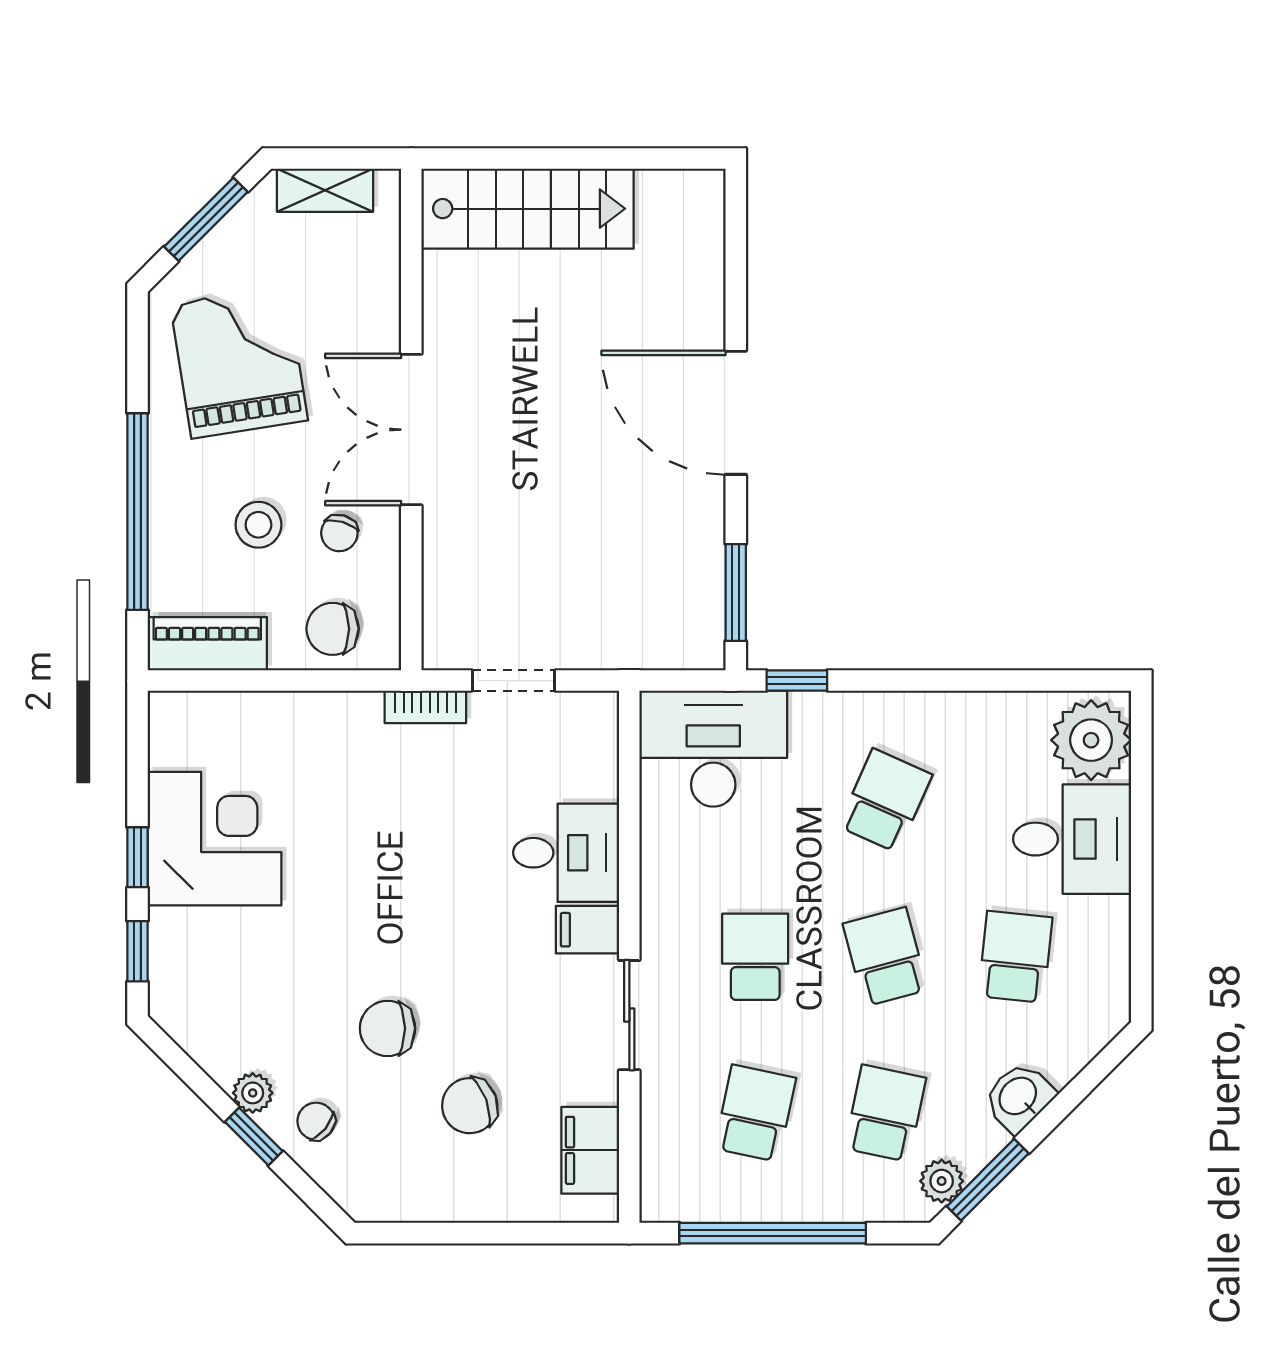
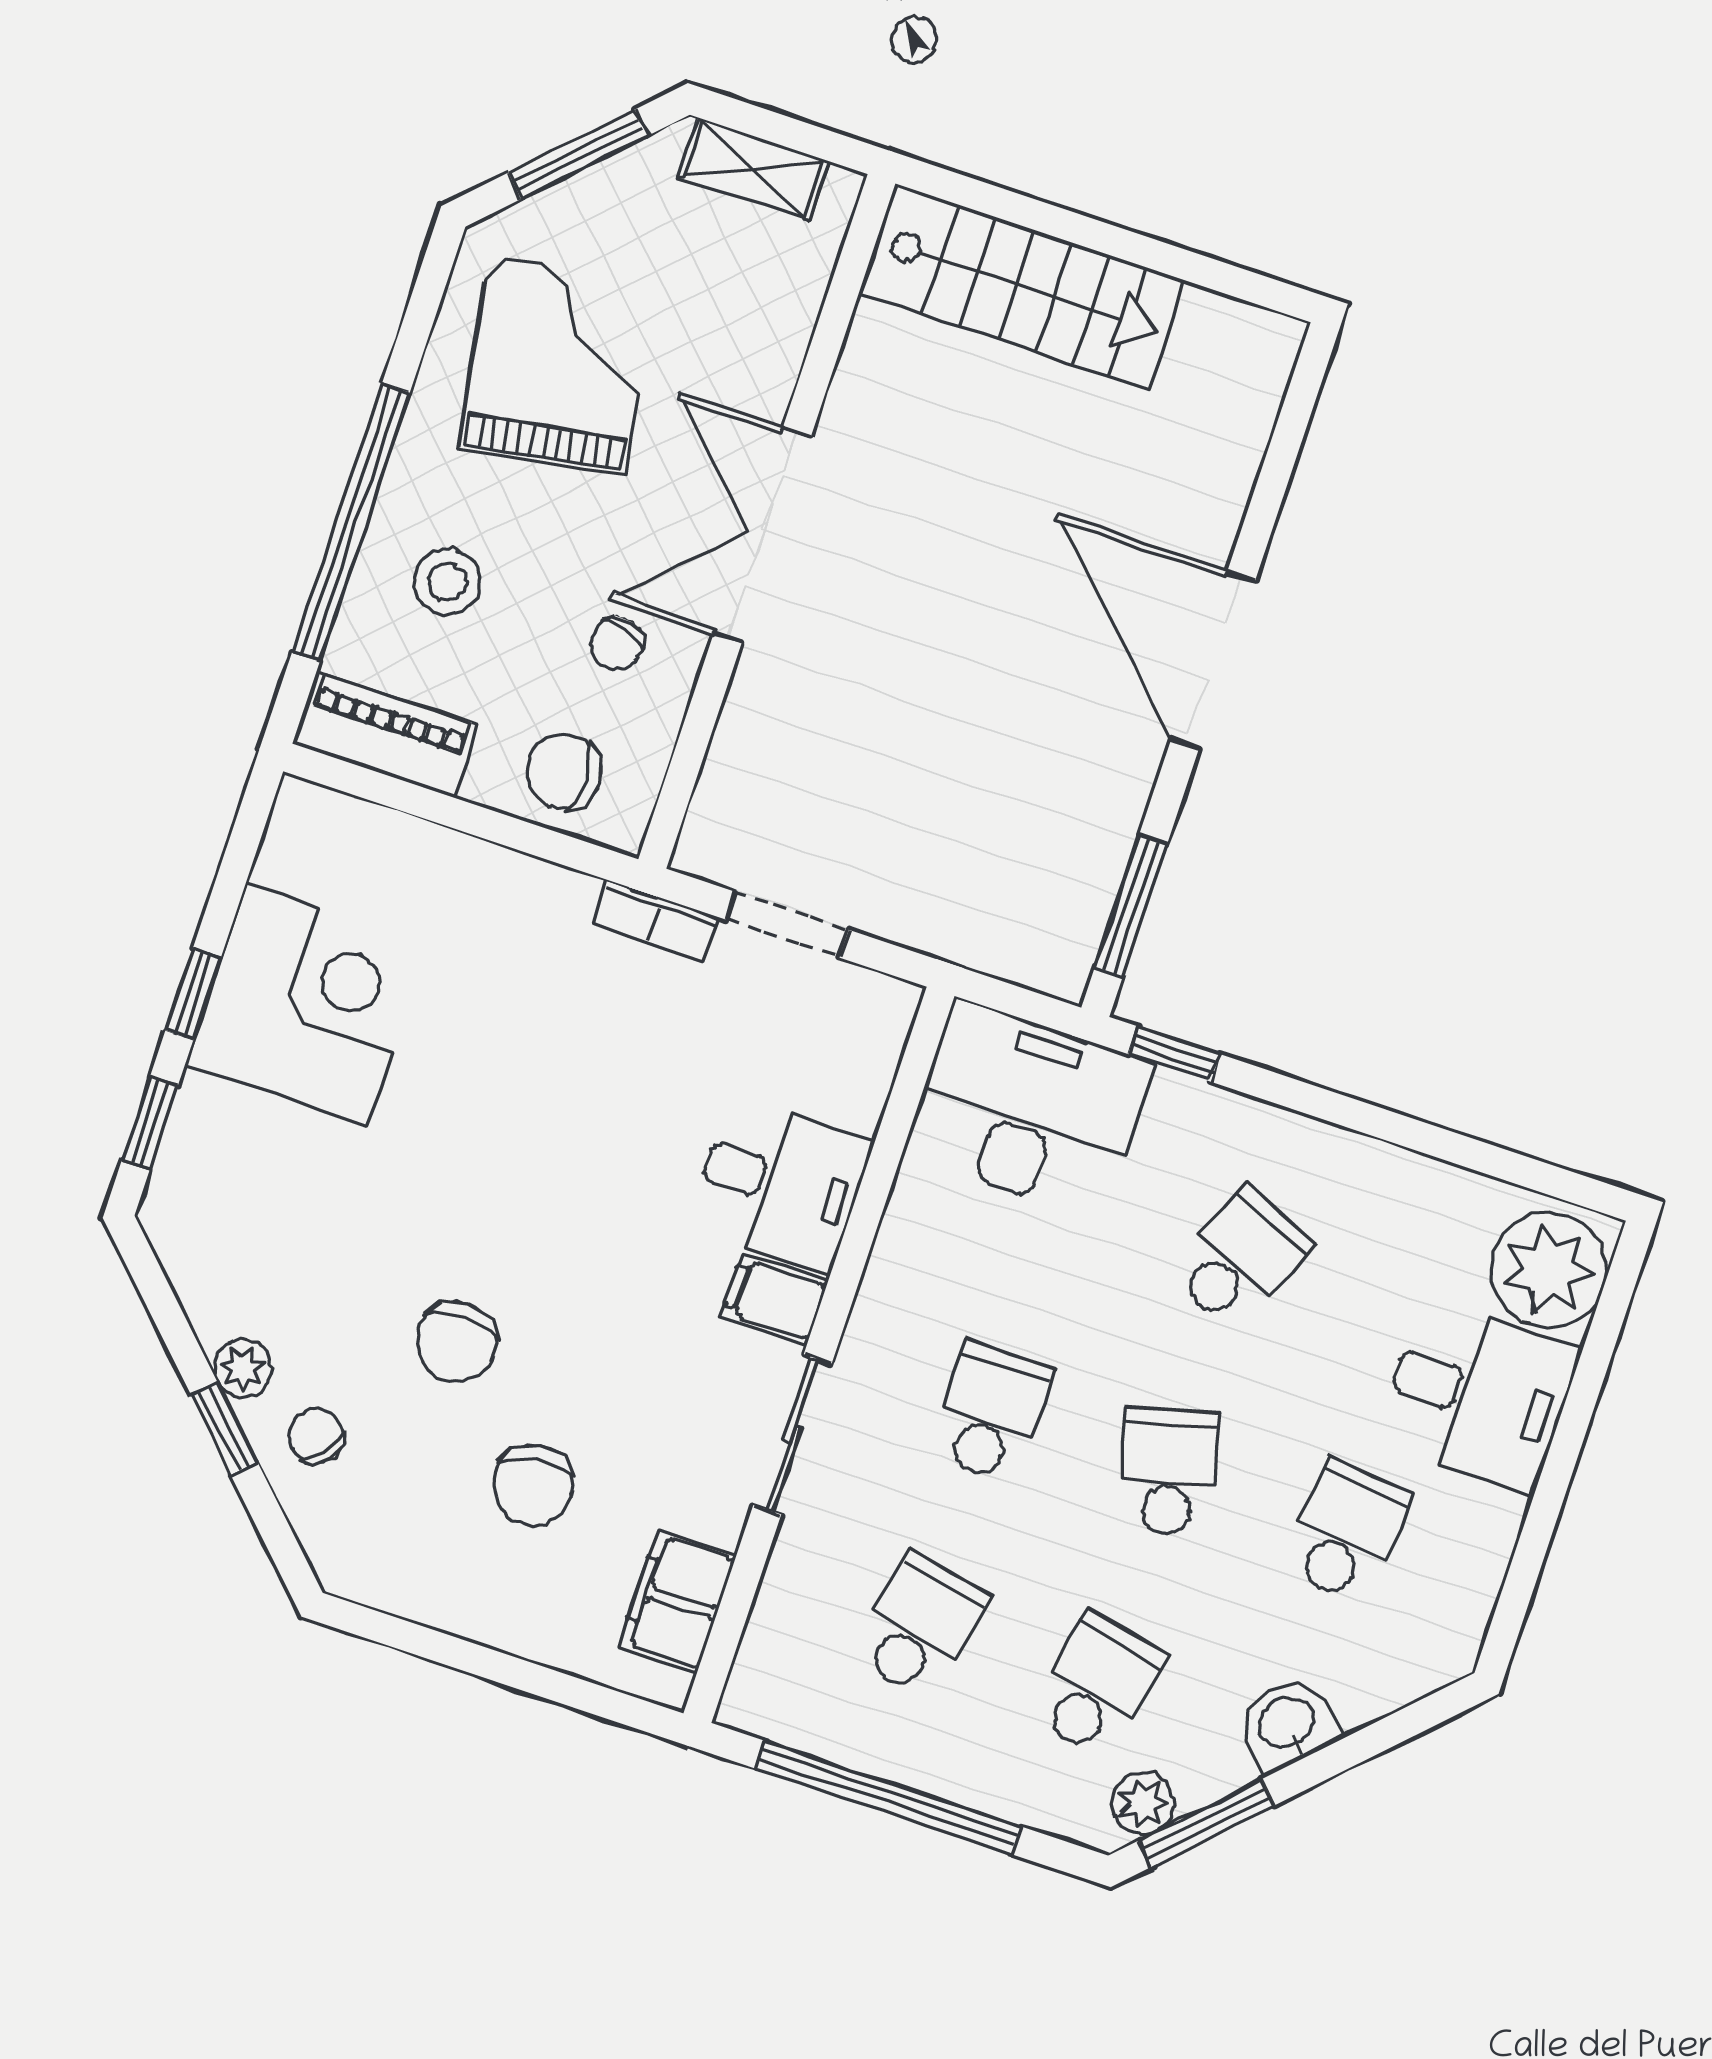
stool: (258, 525) -> (447, 582), moved
chair: (388, 1028) -> (456, 1342), turned -90
chair: (470, 1106) -> (533, 1485), turned -79

